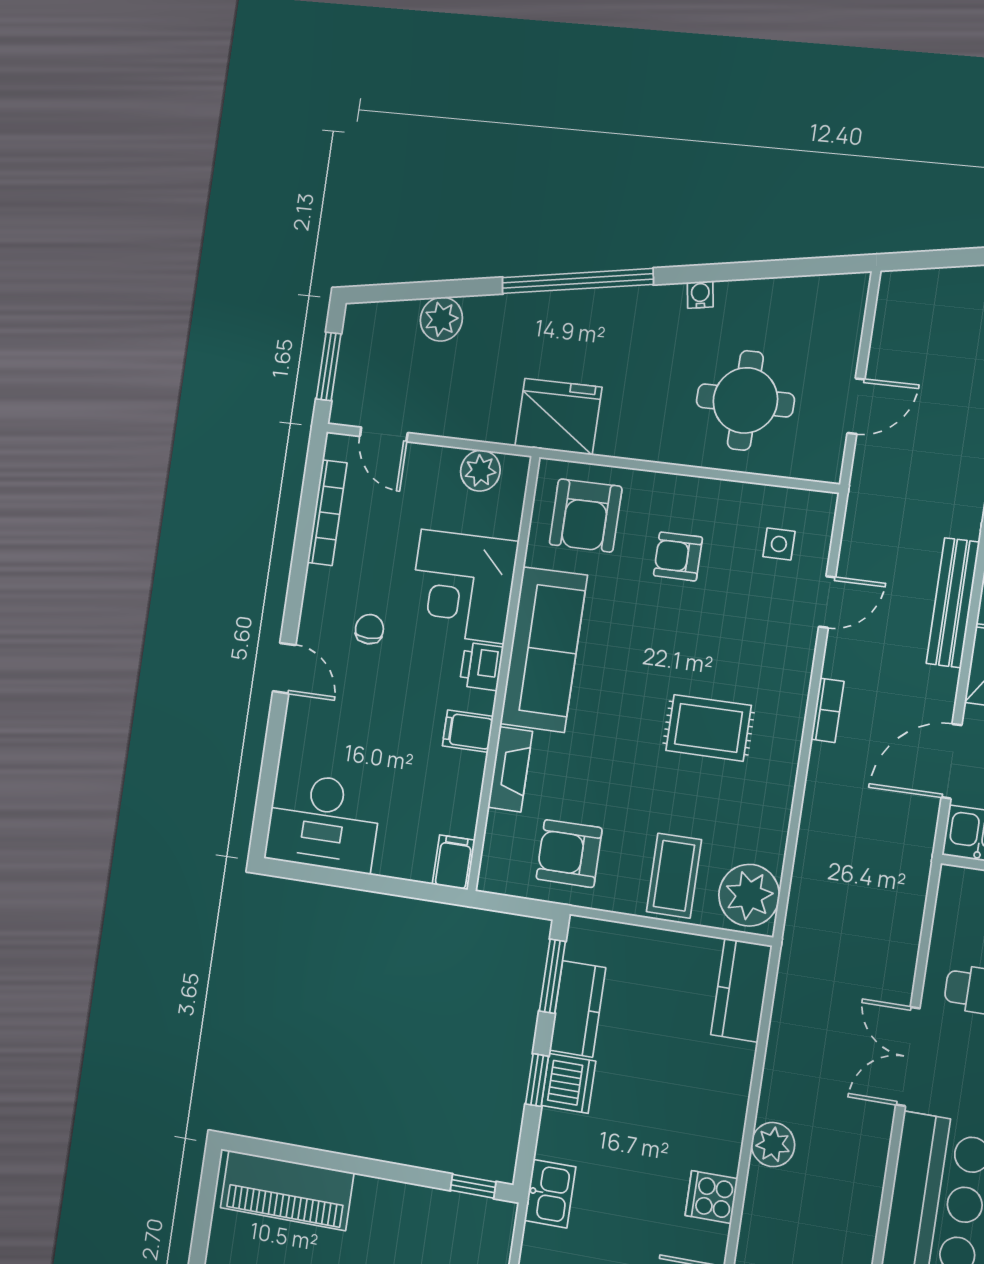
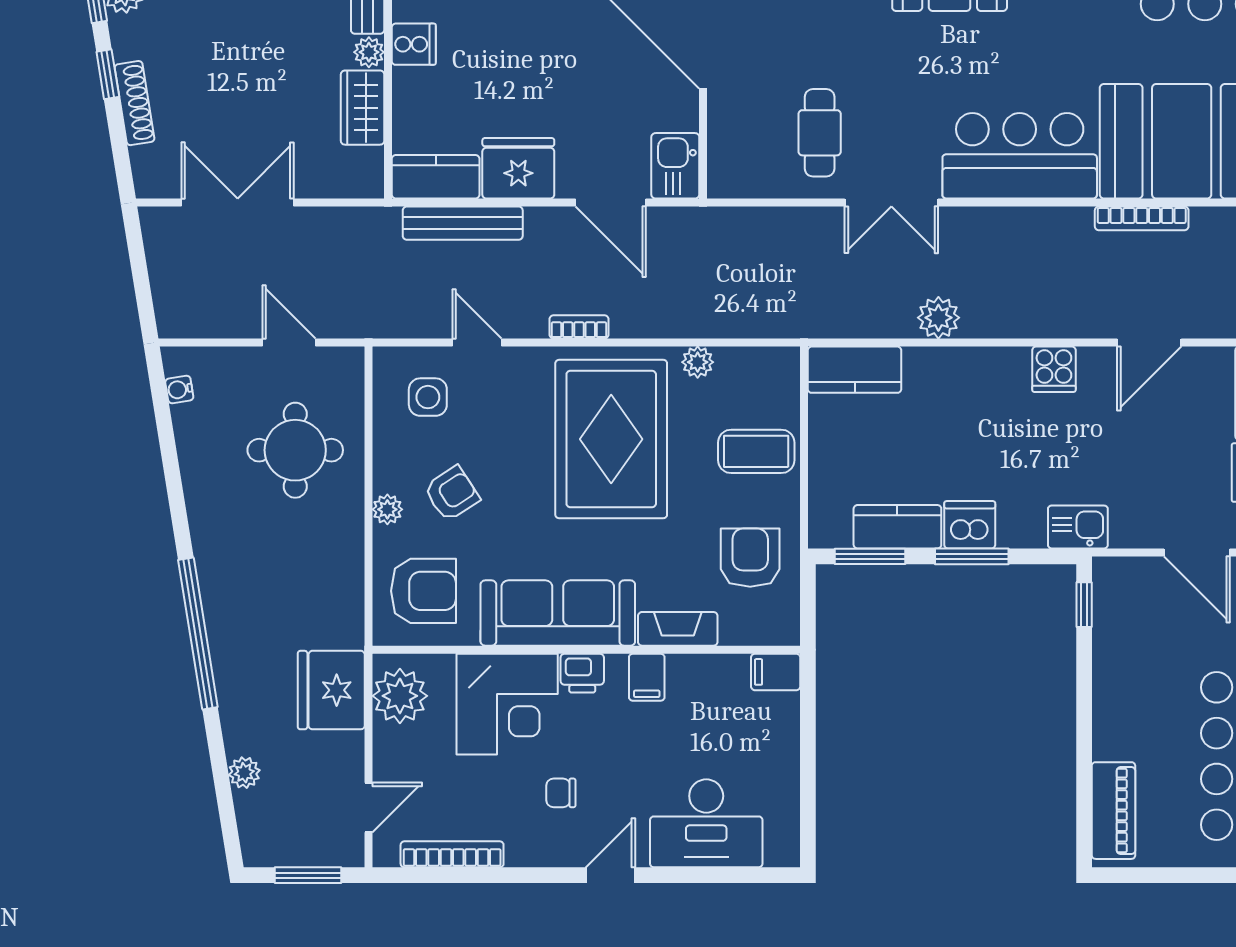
water cooler: (700, 295) -> (179, 389), moved
plant: (441, 319) -> (244, 773), width x0.73, depth x0.73
fridge: (558, 417) -> (331, 690), moved
plant: (480, 471) -> (400, 696), width x1.36, depth x1.36
plant: (672, 488) -> (387, 509), added
side table: (779, 544) -> (428, 397), width x1.37, depth x1.37
armchair: (678, 556) -> (452, 494), turned -123
rug: (708, 728) -> (611, 439), width x1.86, depth x2.06
desk: (323, 822) -> (706, 823), moved, turned 90
armchair: (569, 854) -> (750, 558), turned 180
plant: (749, 895) -> (698, 362), moved, width x0.53, depth x0.53
window: (537, 1080) -> (972, 556), width x1.50
plant: (773, 1145) -> (938, 318), moved
piano: (287, 1190) -> (1113, 811), width x0.73, depth x0.75

